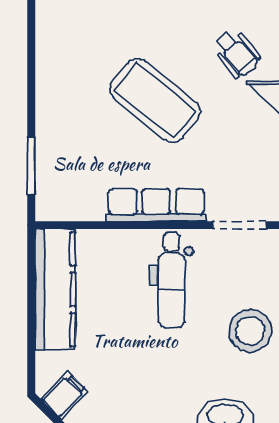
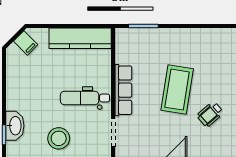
wheelchair: (237, 53) -> (210, 114), moved
coffee table: (155, 100) -> (177, 90), turned -30

